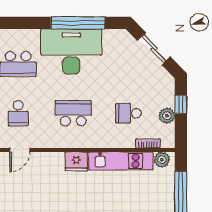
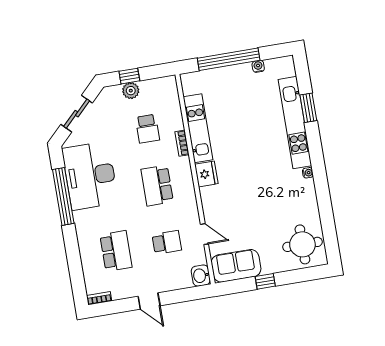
desk: (71, 52) -> (90, 176), moved
plant: (167, 116) -> (131, 91), moved
bookcase: (148, 143) -> (182, 143), moved
plant: (162, 160) -> (190, 86), removed

